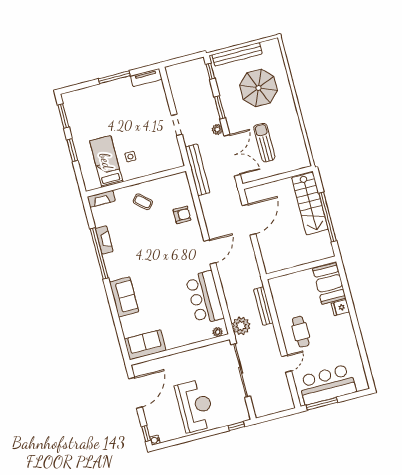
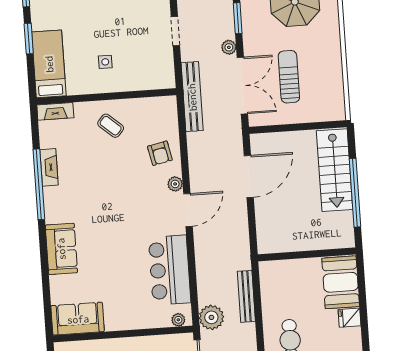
bed: (106, 161) -> (49, 64), moved
armchair: (182, 215) -> (160, 153), turned 78
plant: (197, 235) -> (175, 184), added

